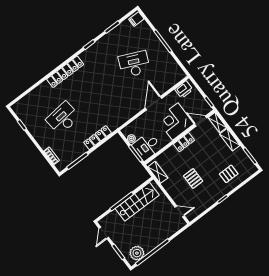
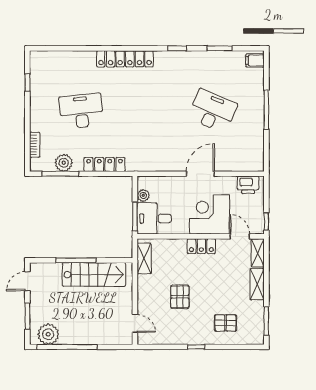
plant: (75, 154) -> (64, 163), added

